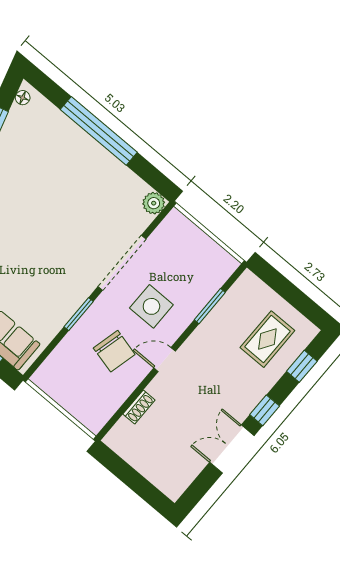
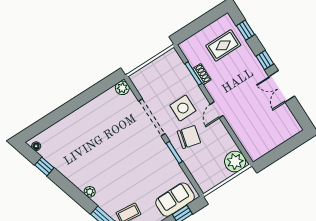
window: (99, 131) -> (70, 107), removed
rug: (267, 339) -> (223, 45), turned 90
chair: (114, 351) -> (189, 137), moved
shoe rack: (139, 407) -> (202, 74), moved
plant: (93, 413) -> (235, 162), added

